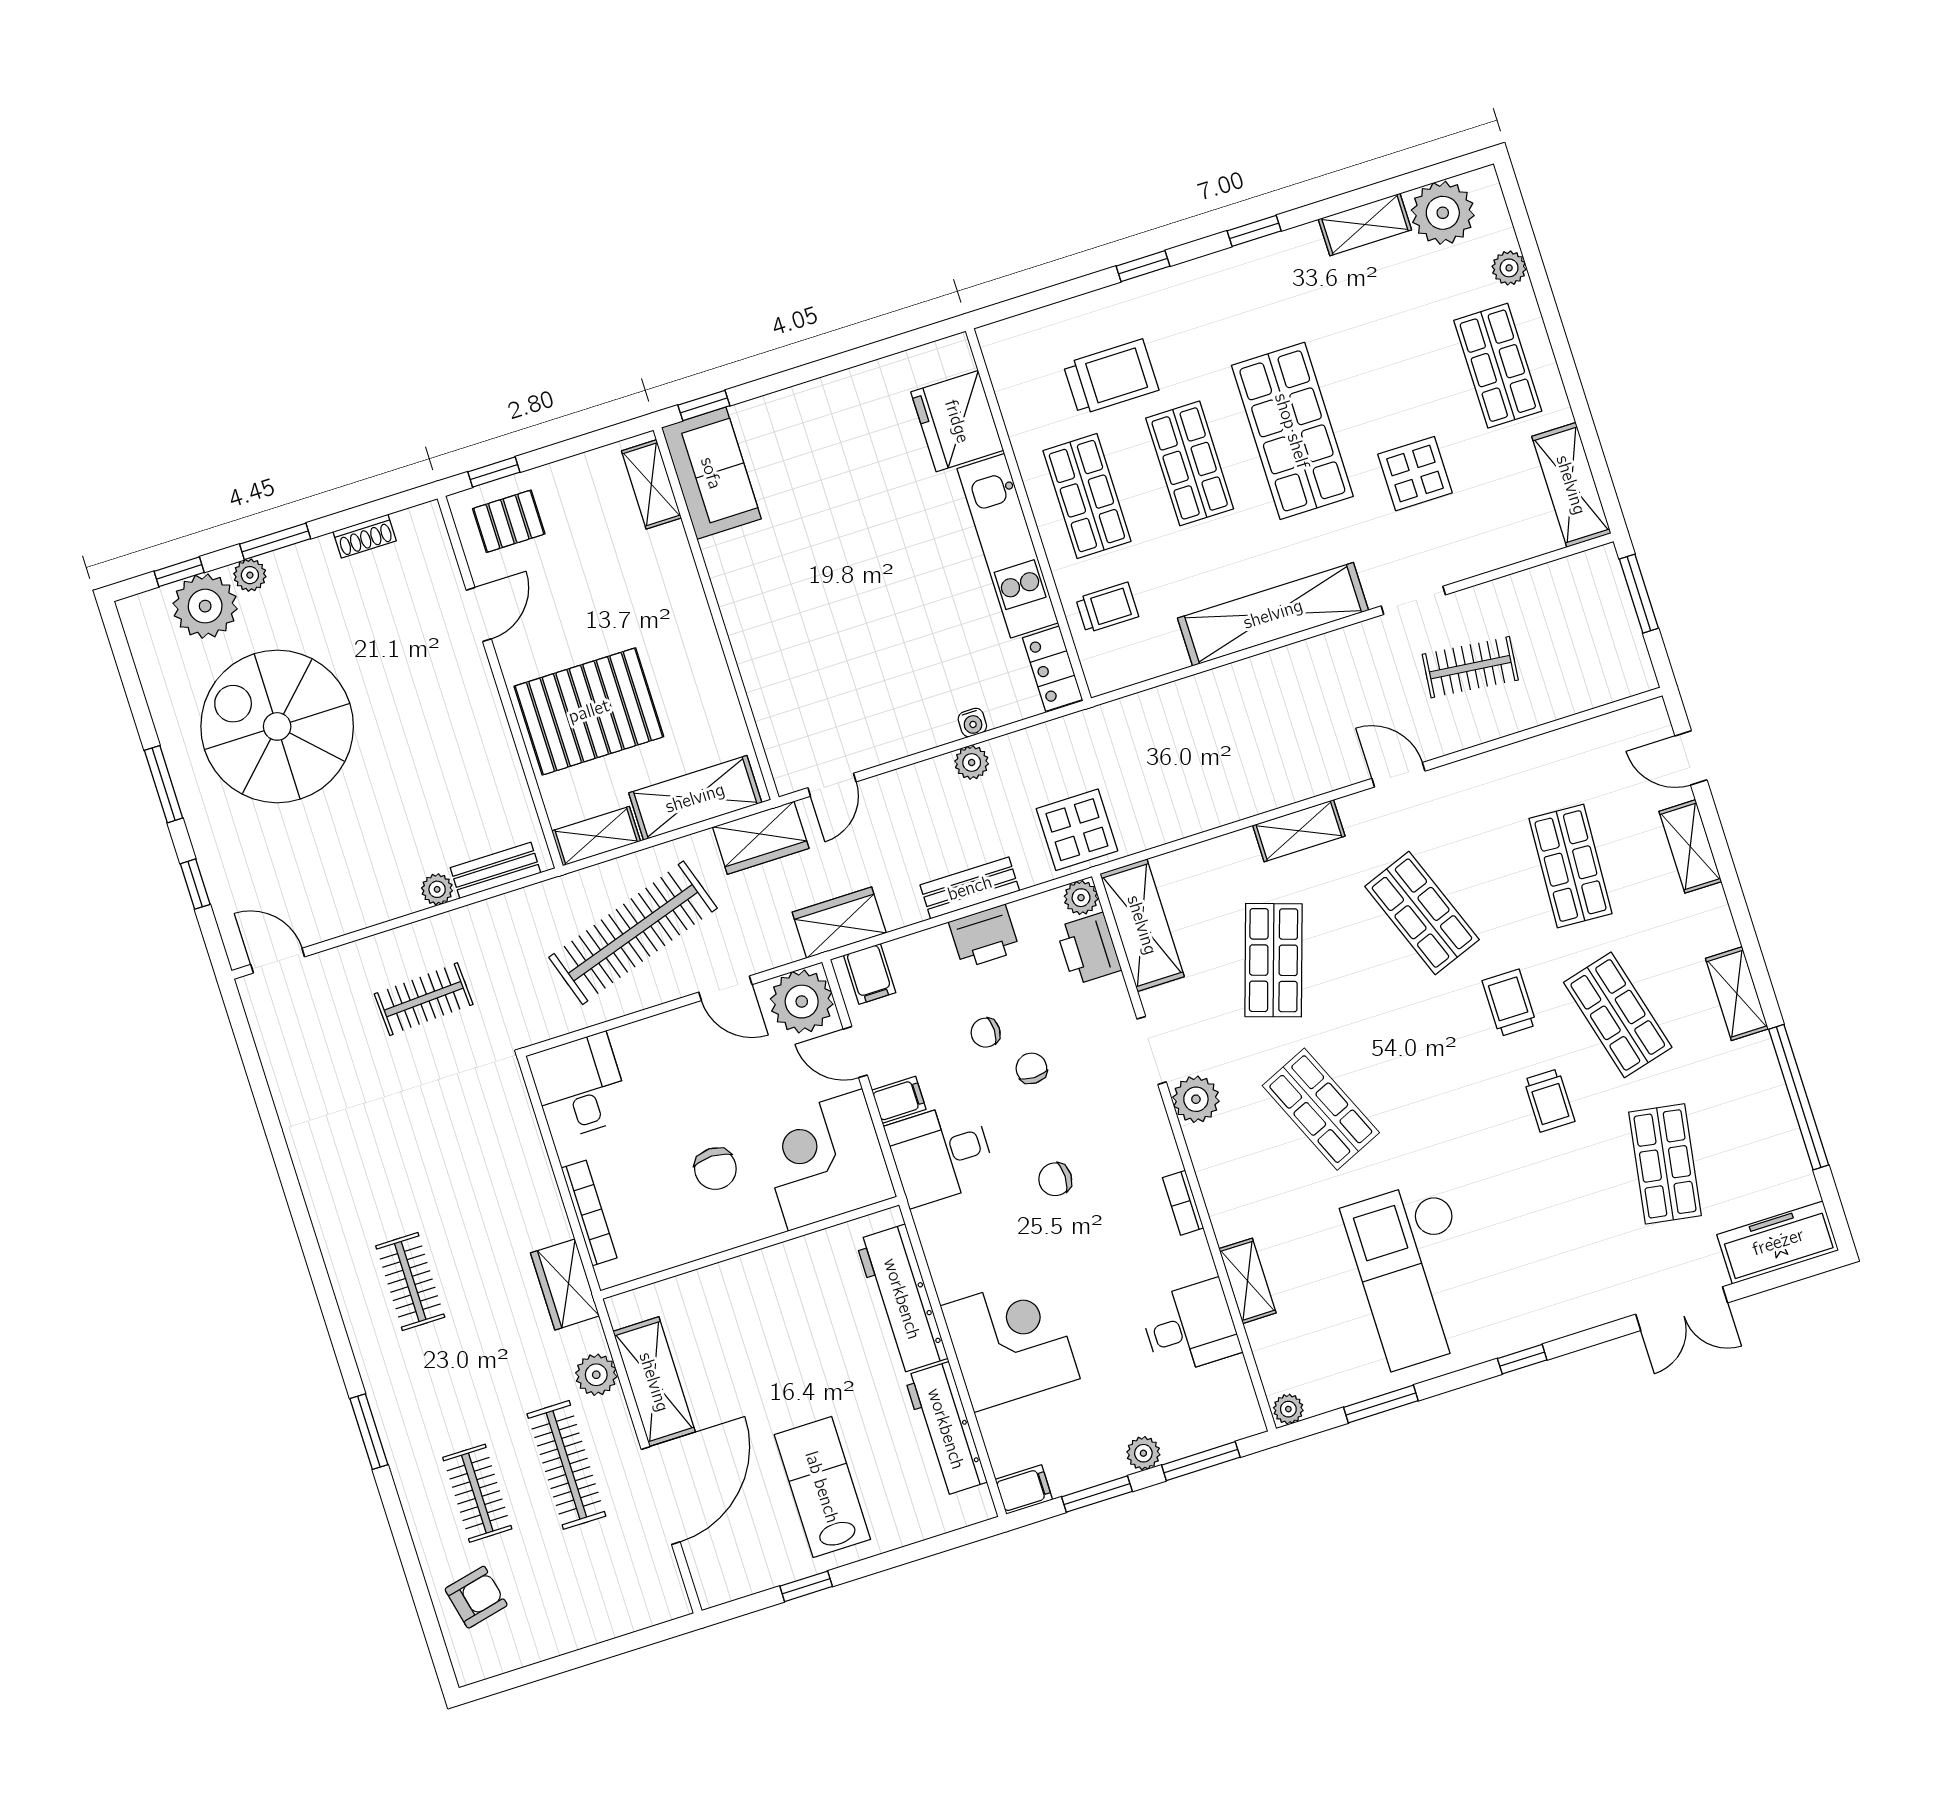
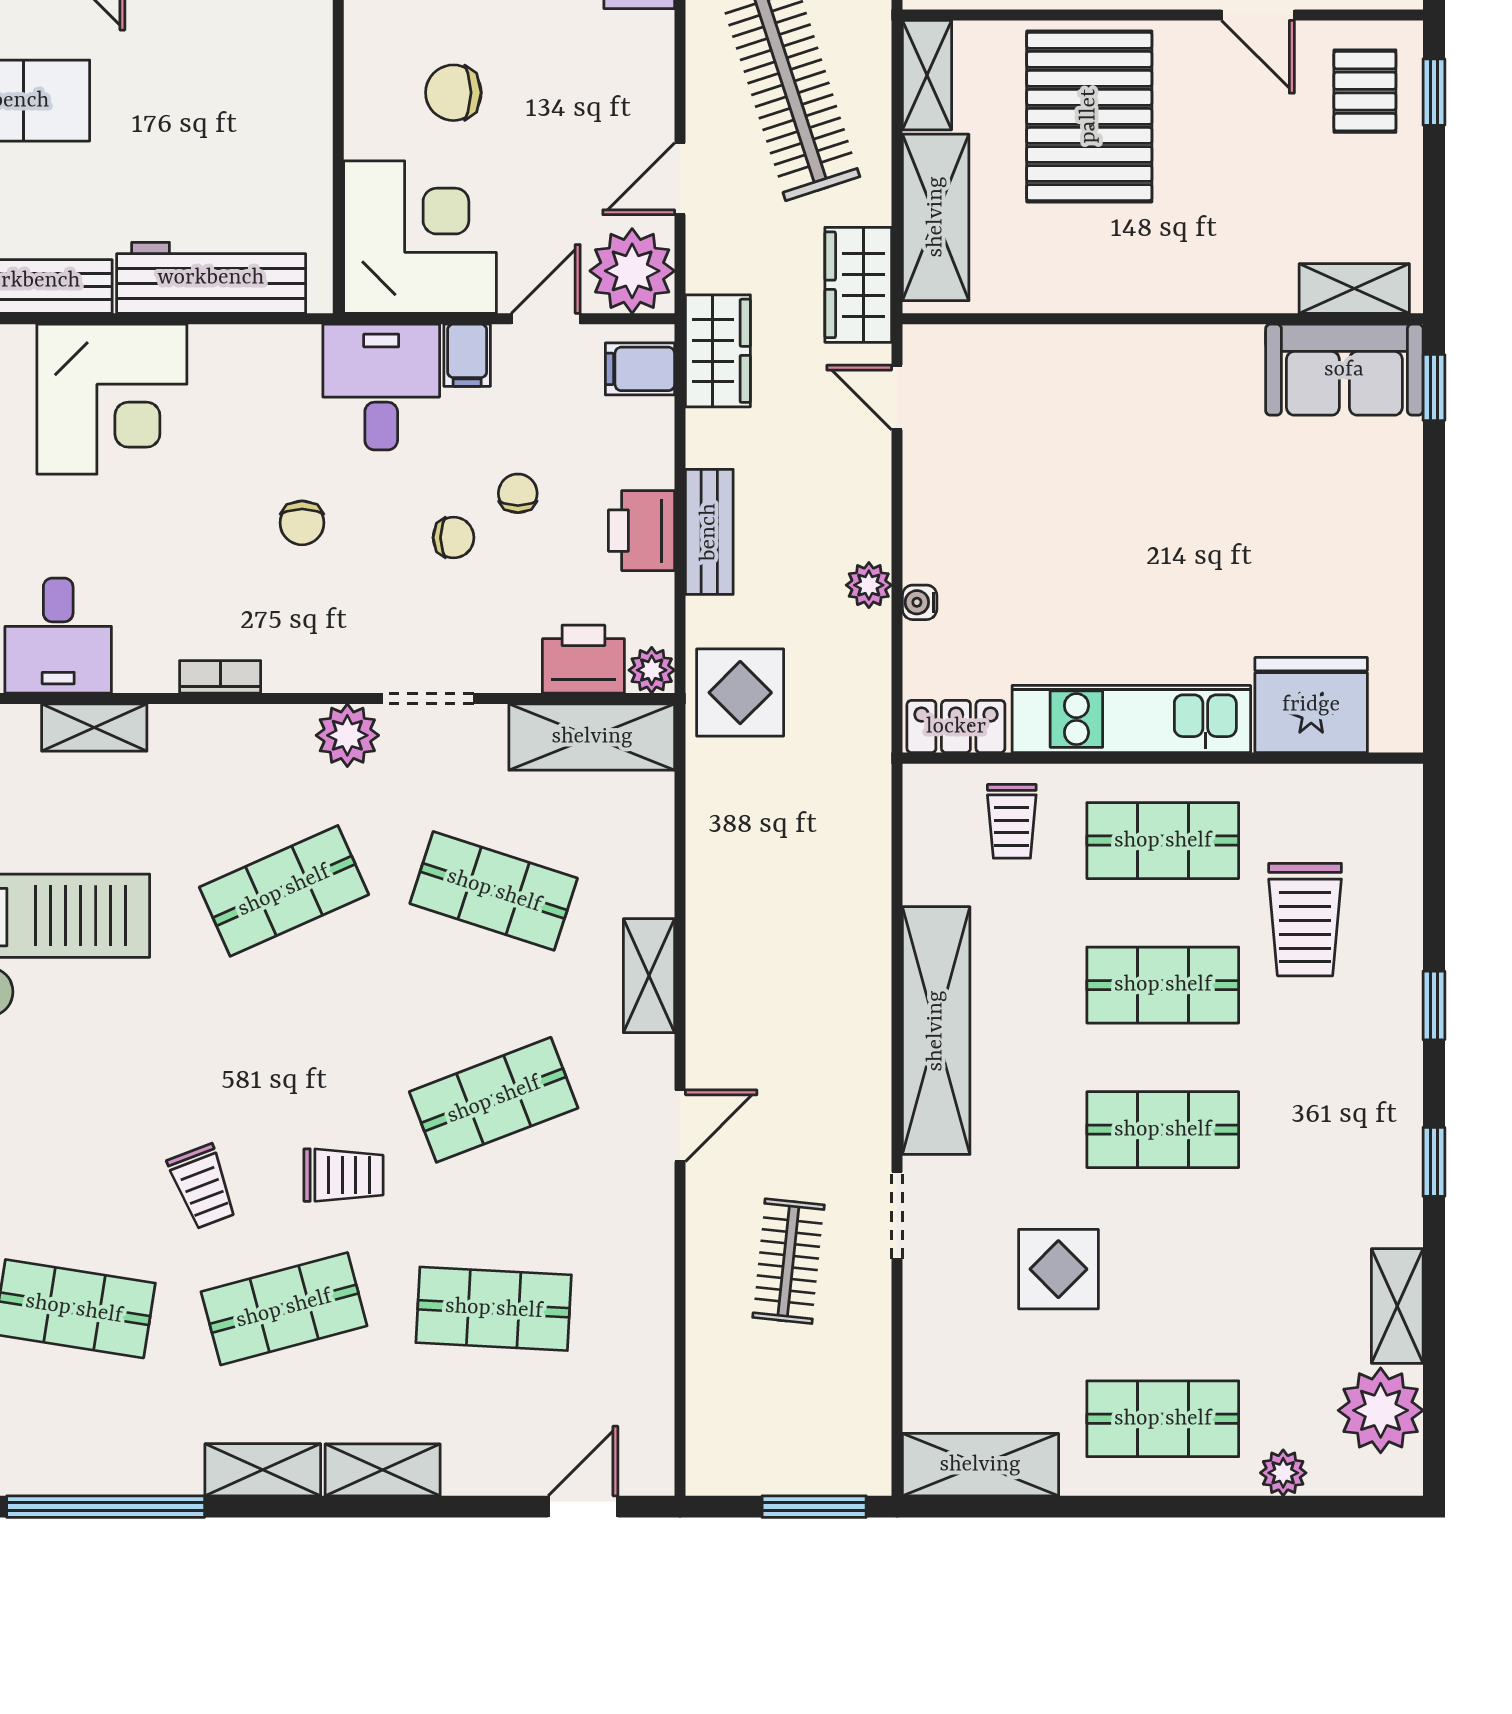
shop shelf: (1292, 431) -> (1163, 1130), width x0.70, depth x0.74
shelving: (1690, 846) -> (383, 1470), moved
trolley: (1549, 1100) -> (203, 1187), turned -111
chair: (1055, 1179) -> (302, 523), turned 180

